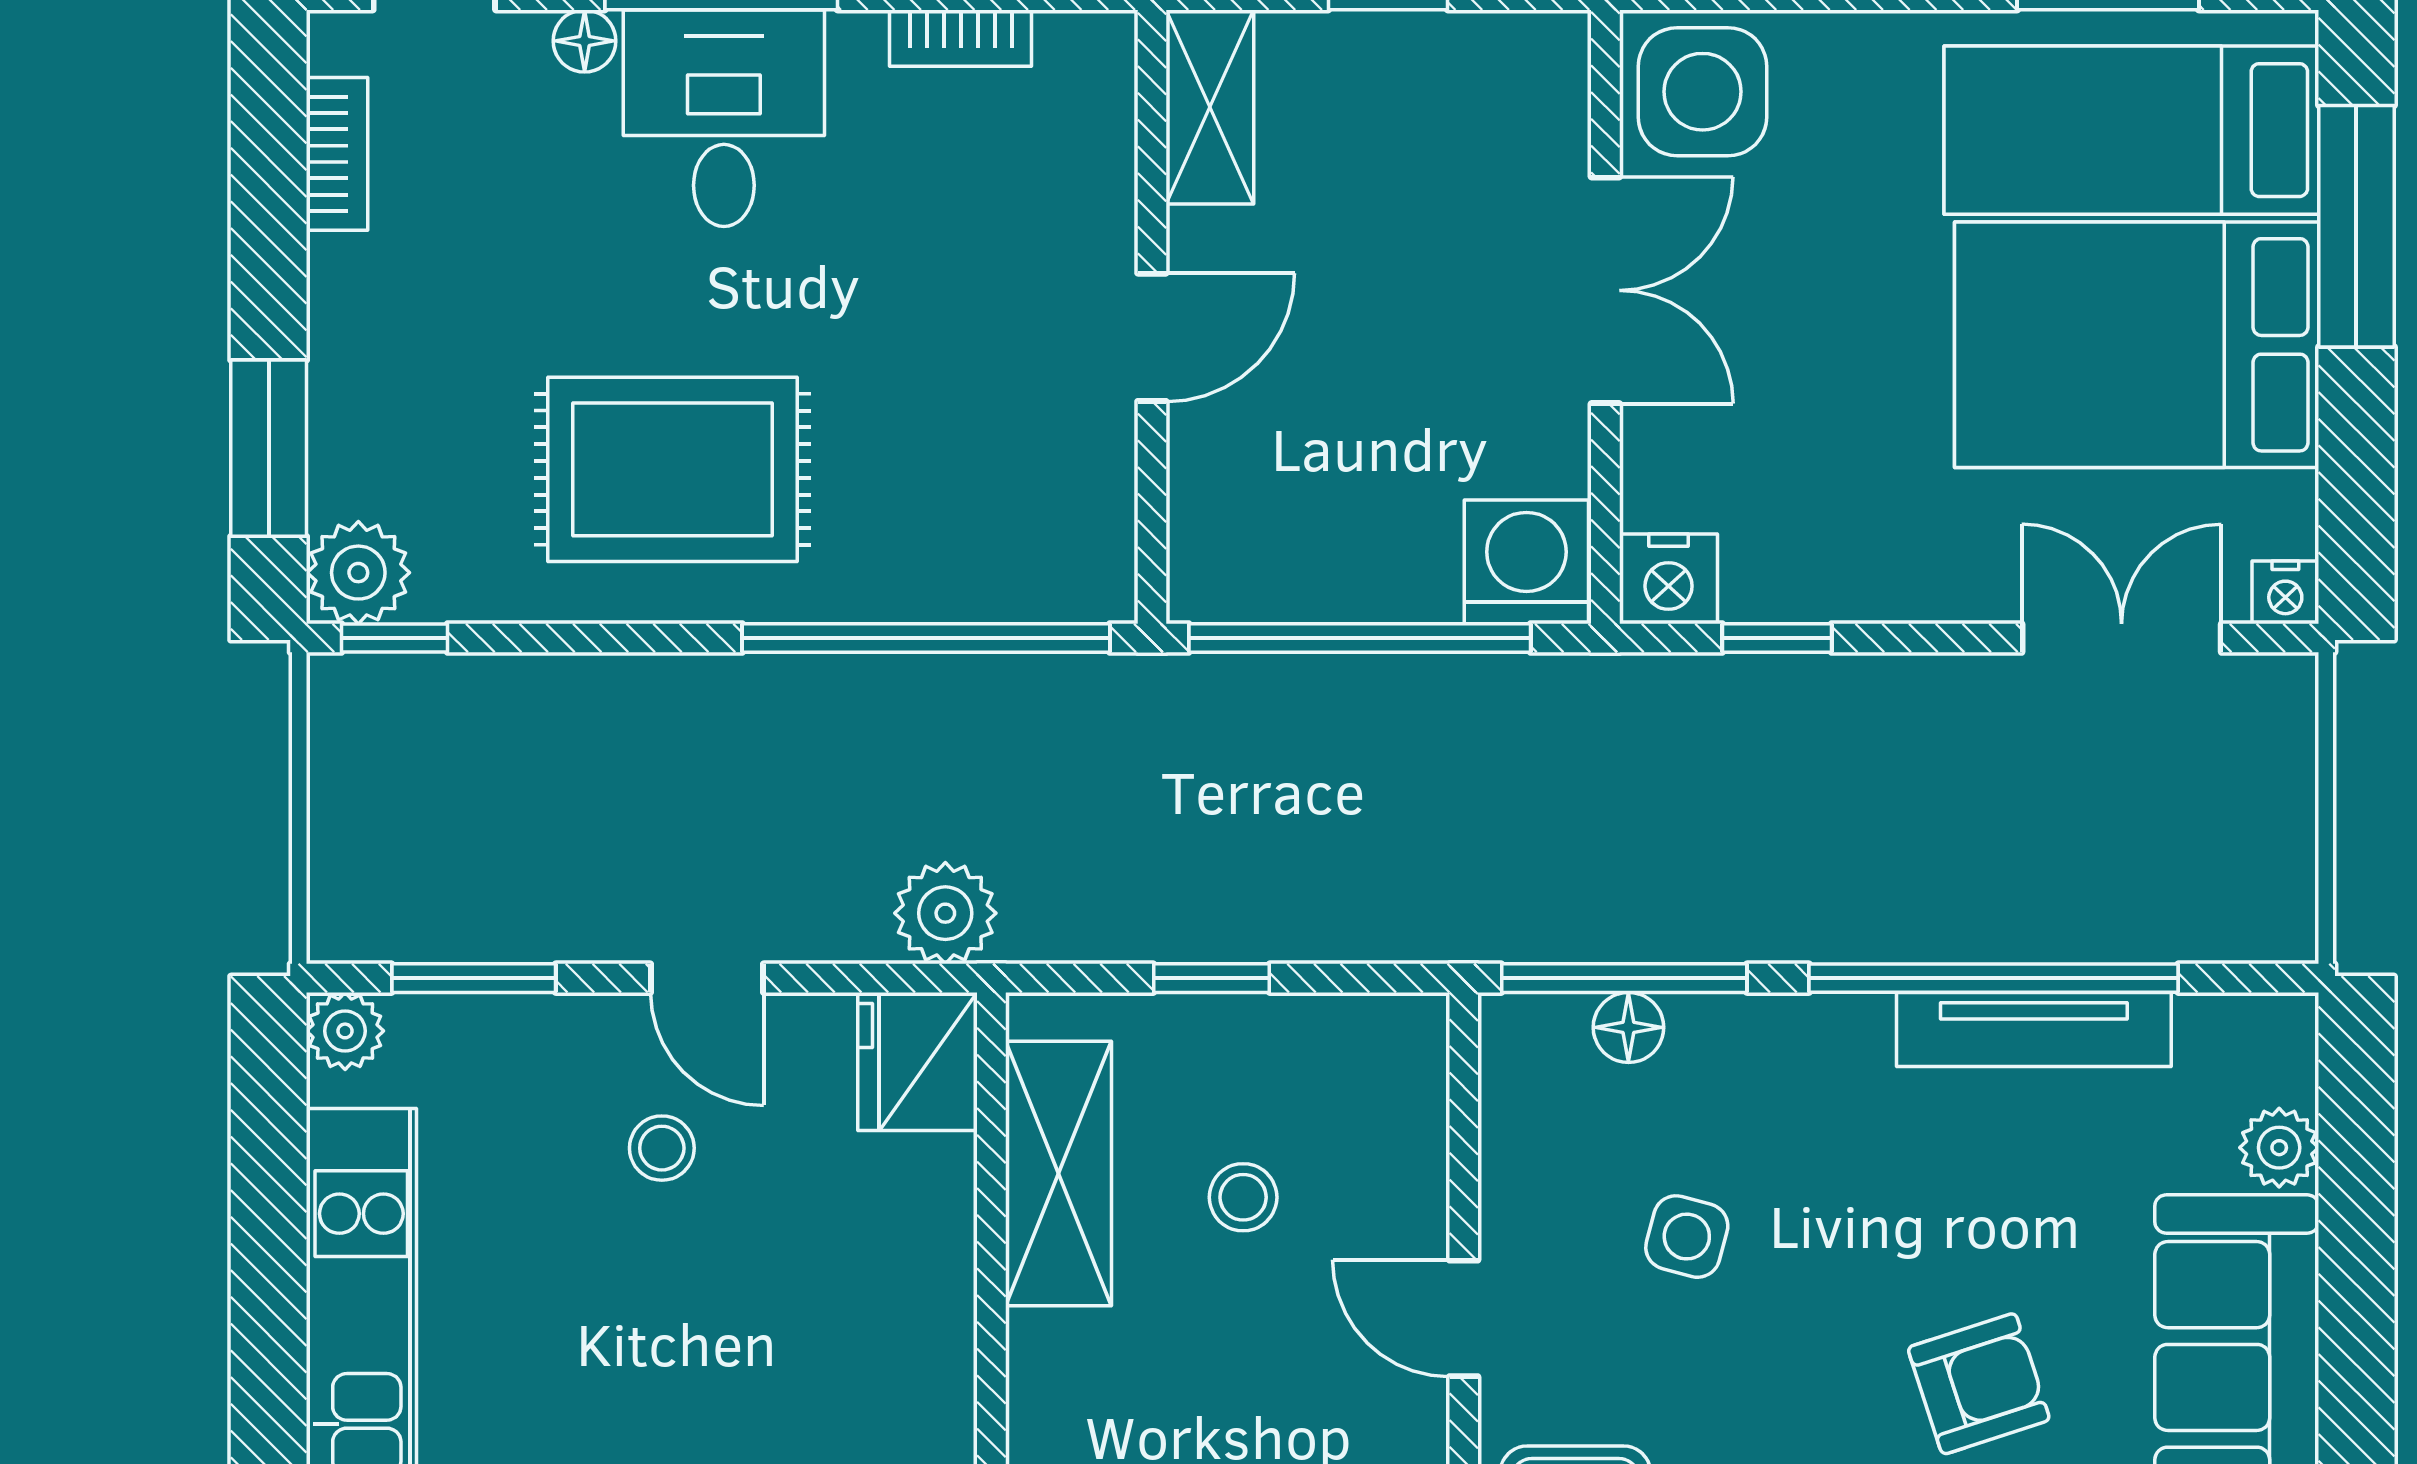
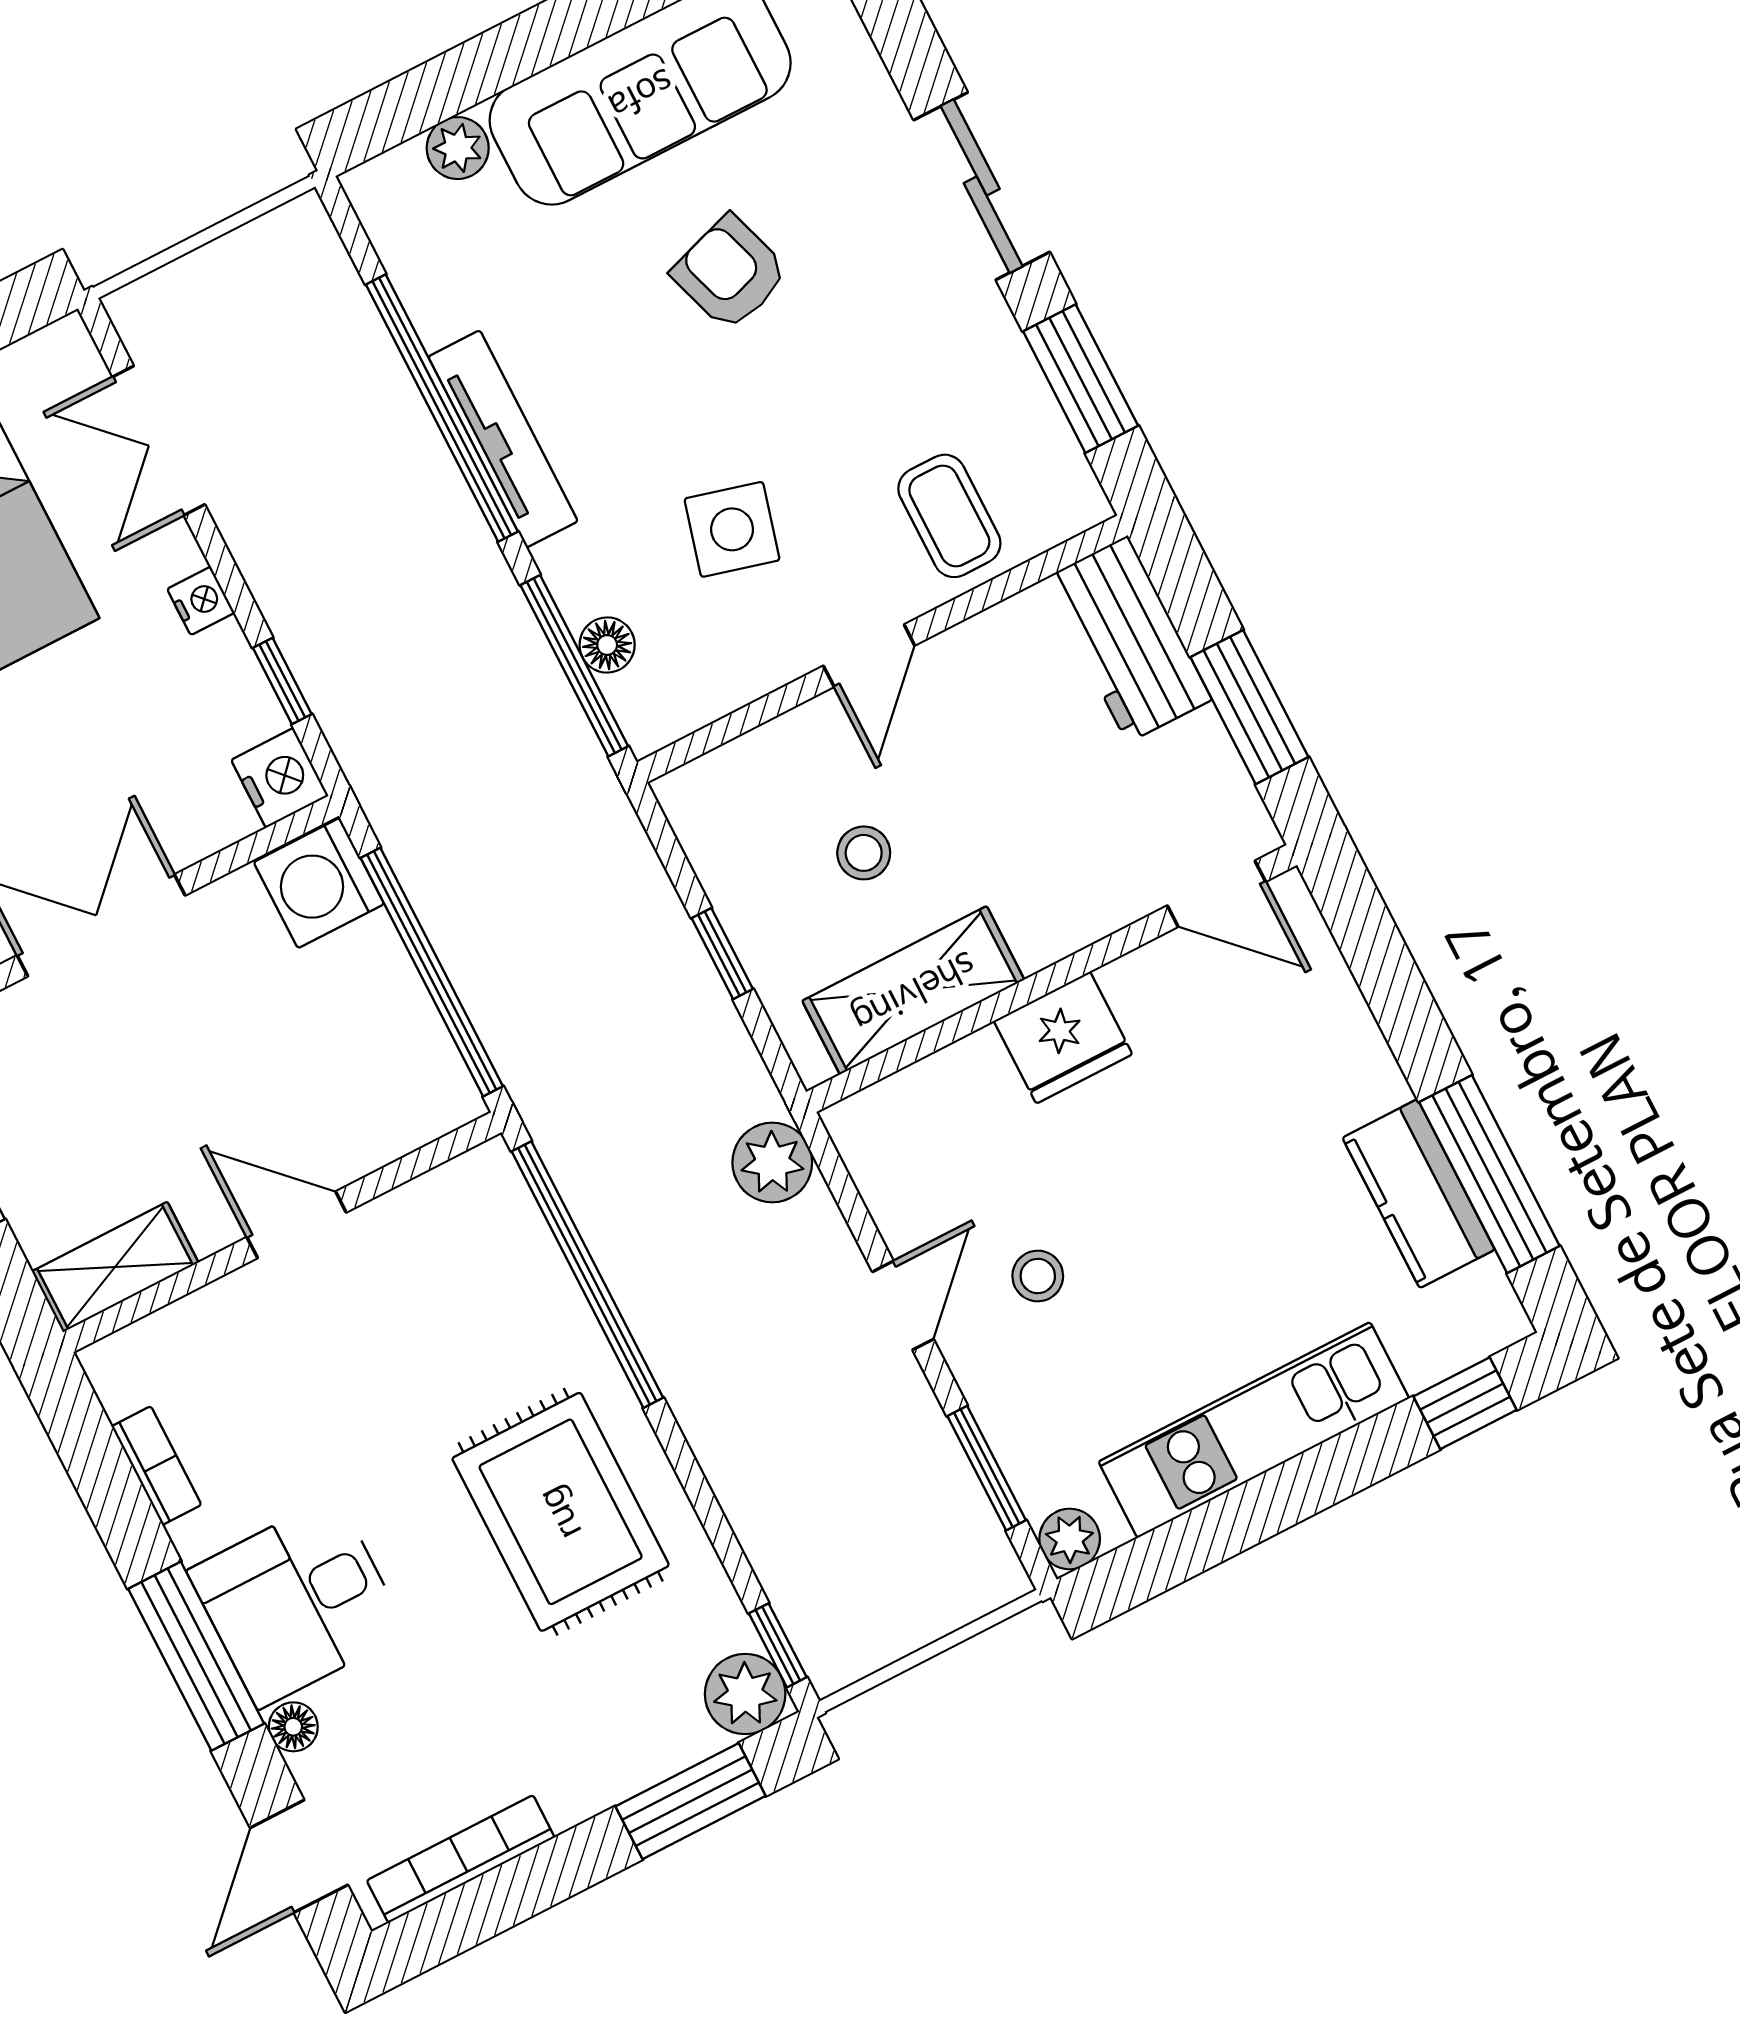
bookcase: (337, 154) -> (461, 1859), width x1.56
nightstand: (2285, 592) -> (201, 601), moved
tv unit: (2034, 1029) -> (503, 439), moved
fridge: (918, 1061) -> (1063, 1038), moved
side table: (1687, 1237) -> (732, 529), width x1.37, depth x1.37

